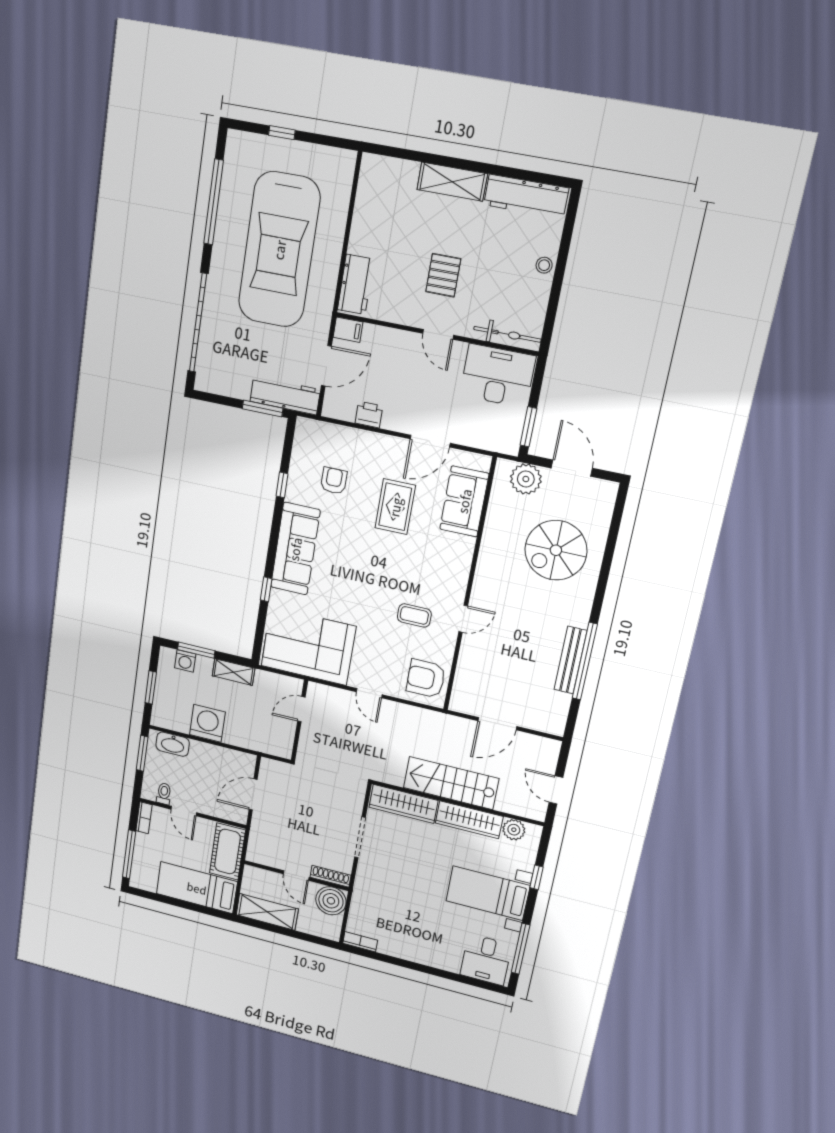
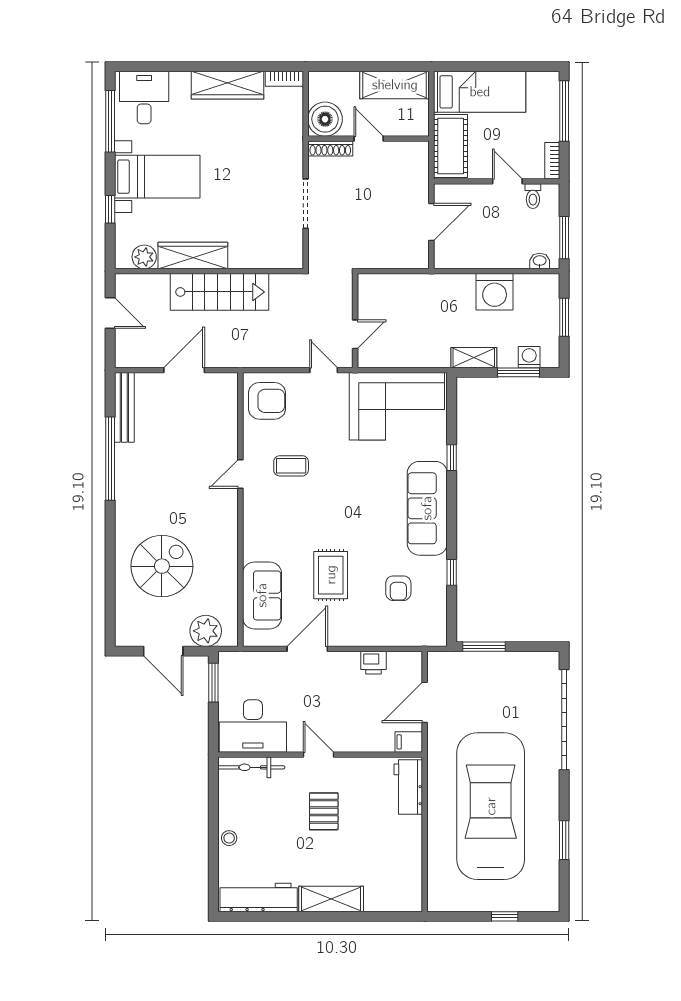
window: (214, 202) -> (564, 840), width x0.47
workbench: (285, 395) -> (463, 664), removed
bench: (570, 660) -> (124, 407), moved
door: (301, 709) -> (355, 334), moved
wall: (300, 721) -> (355, 321), moved
washbasin: (173, 744) -> (540, 261), width x0.52, depth x0.69
wardrobe: (403, 804) -> (228, 85), moved, turned 180

